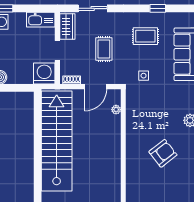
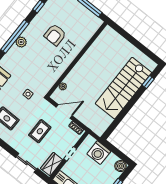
washing machine: (44, 74) -> (99, 153), moved
stairs: (57, 141) -> (123, 88), width x0.73
armchair: (163, 153) -> (55, 35), turned -52
window: (38, 179) -> (148, 82), added

